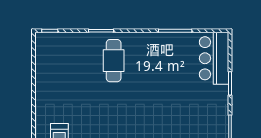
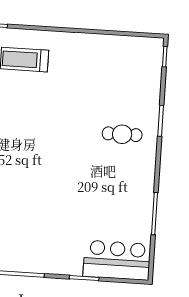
cafe table: (114, 61) -> (122, 134), width x0.73, depth x0.74

